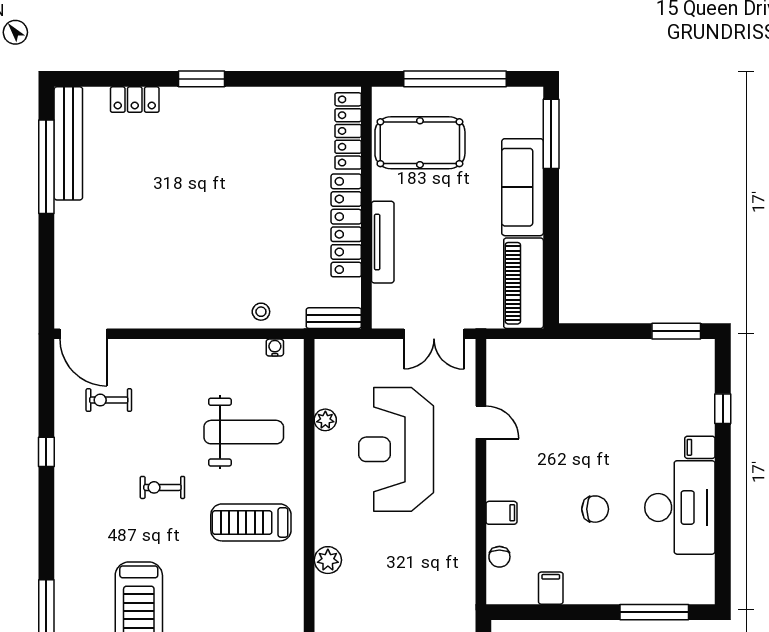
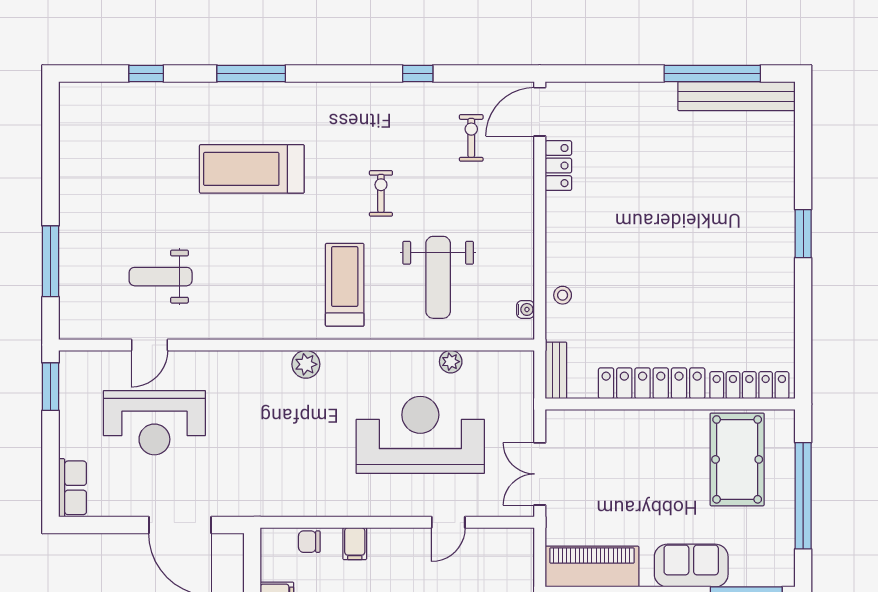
locker: (135, 100) -> (558, 166), moved, turned 180
sofa: (523, 187) -> (691, 566), width x0.73
tv unit: (383, 242) -> (635, 421), removed

